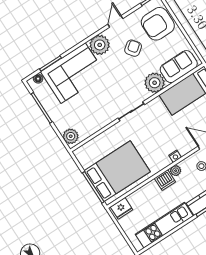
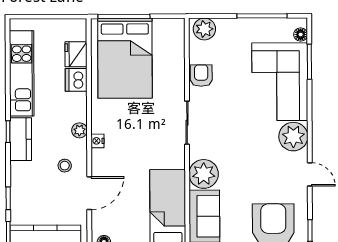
armchair: (133, 48) -> (201, 76), moved, turned -143
dishwasher: (165, 180) -> (76, 80), moved
fridge: (122, 208) -> (76, 54), moved

